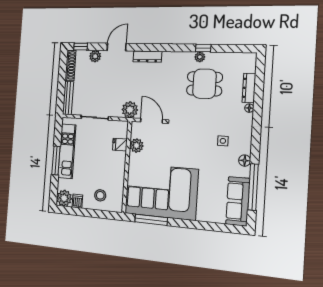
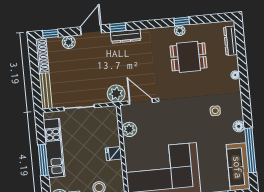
window: (141, 47) -> (118, 27), added
dresser: (249, 88) -> (231, 41), moved
fridge: (120, 145) -> (114, 153), moved

